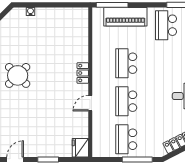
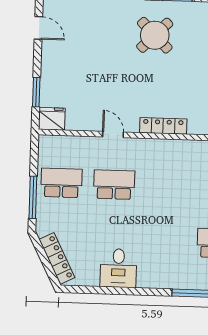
school desk: (126, 63) -> (167, 186), removed
locker: (83, 73) -> (163, 126), width x1.53
window: (48, 159) -> (36, 92), moved

